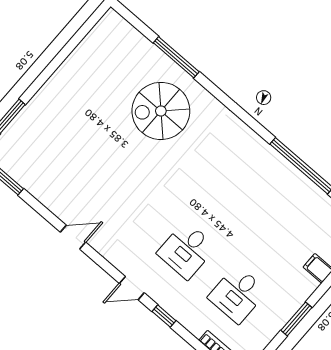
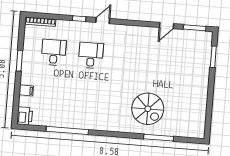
spiral stairs: (161, 111) -> (148, 109), turned 90
door: (73, 237) -> (167, 26), moved

